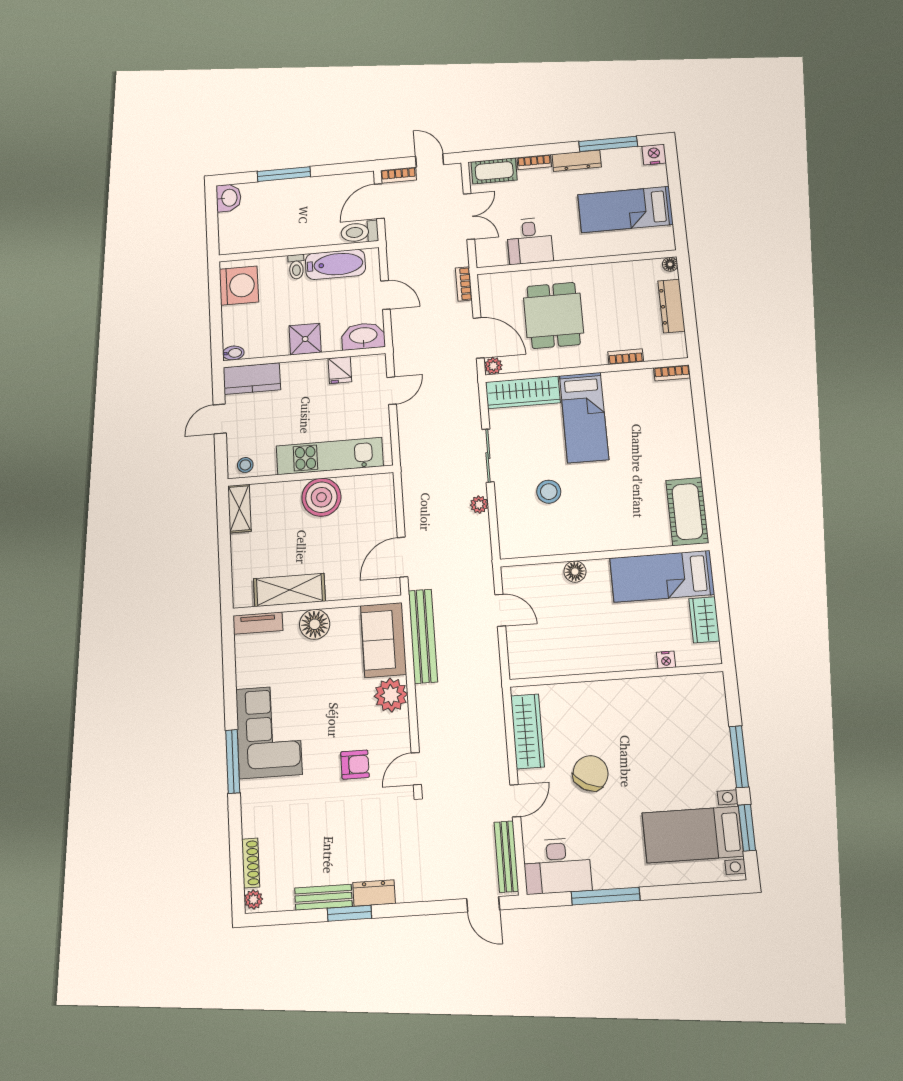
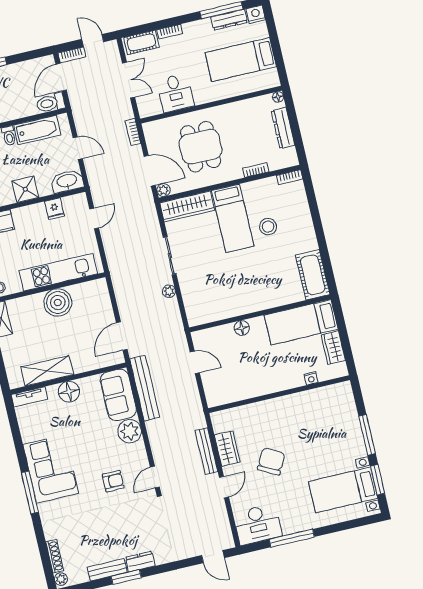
dresser: (577, 161) -> (229, 20), moved
stool: (549, 492) -> (268, 227), moved
wardrobe: (527, 731) -> (227, 449), width x0.67
bench: (506, 857) -> (207, 451), moved

